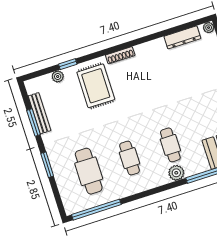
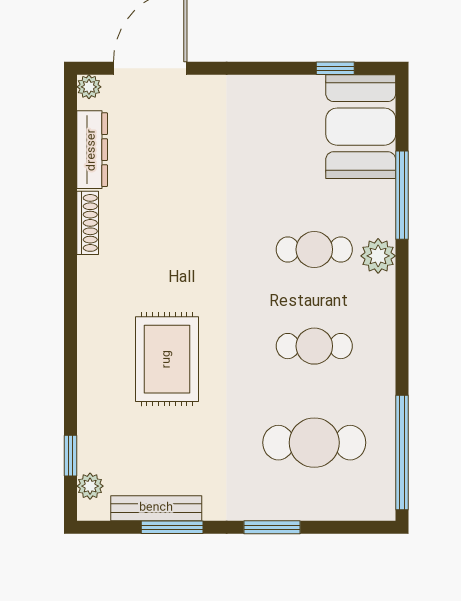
shoe rack: (120, 55) -> (88, 223), moved
window: (68, 64) -> (70, 456), moved
plant: (58, 76) -> (90, 486), moved
rug: (96, 86) -> (167, 359), moved, turned 90

